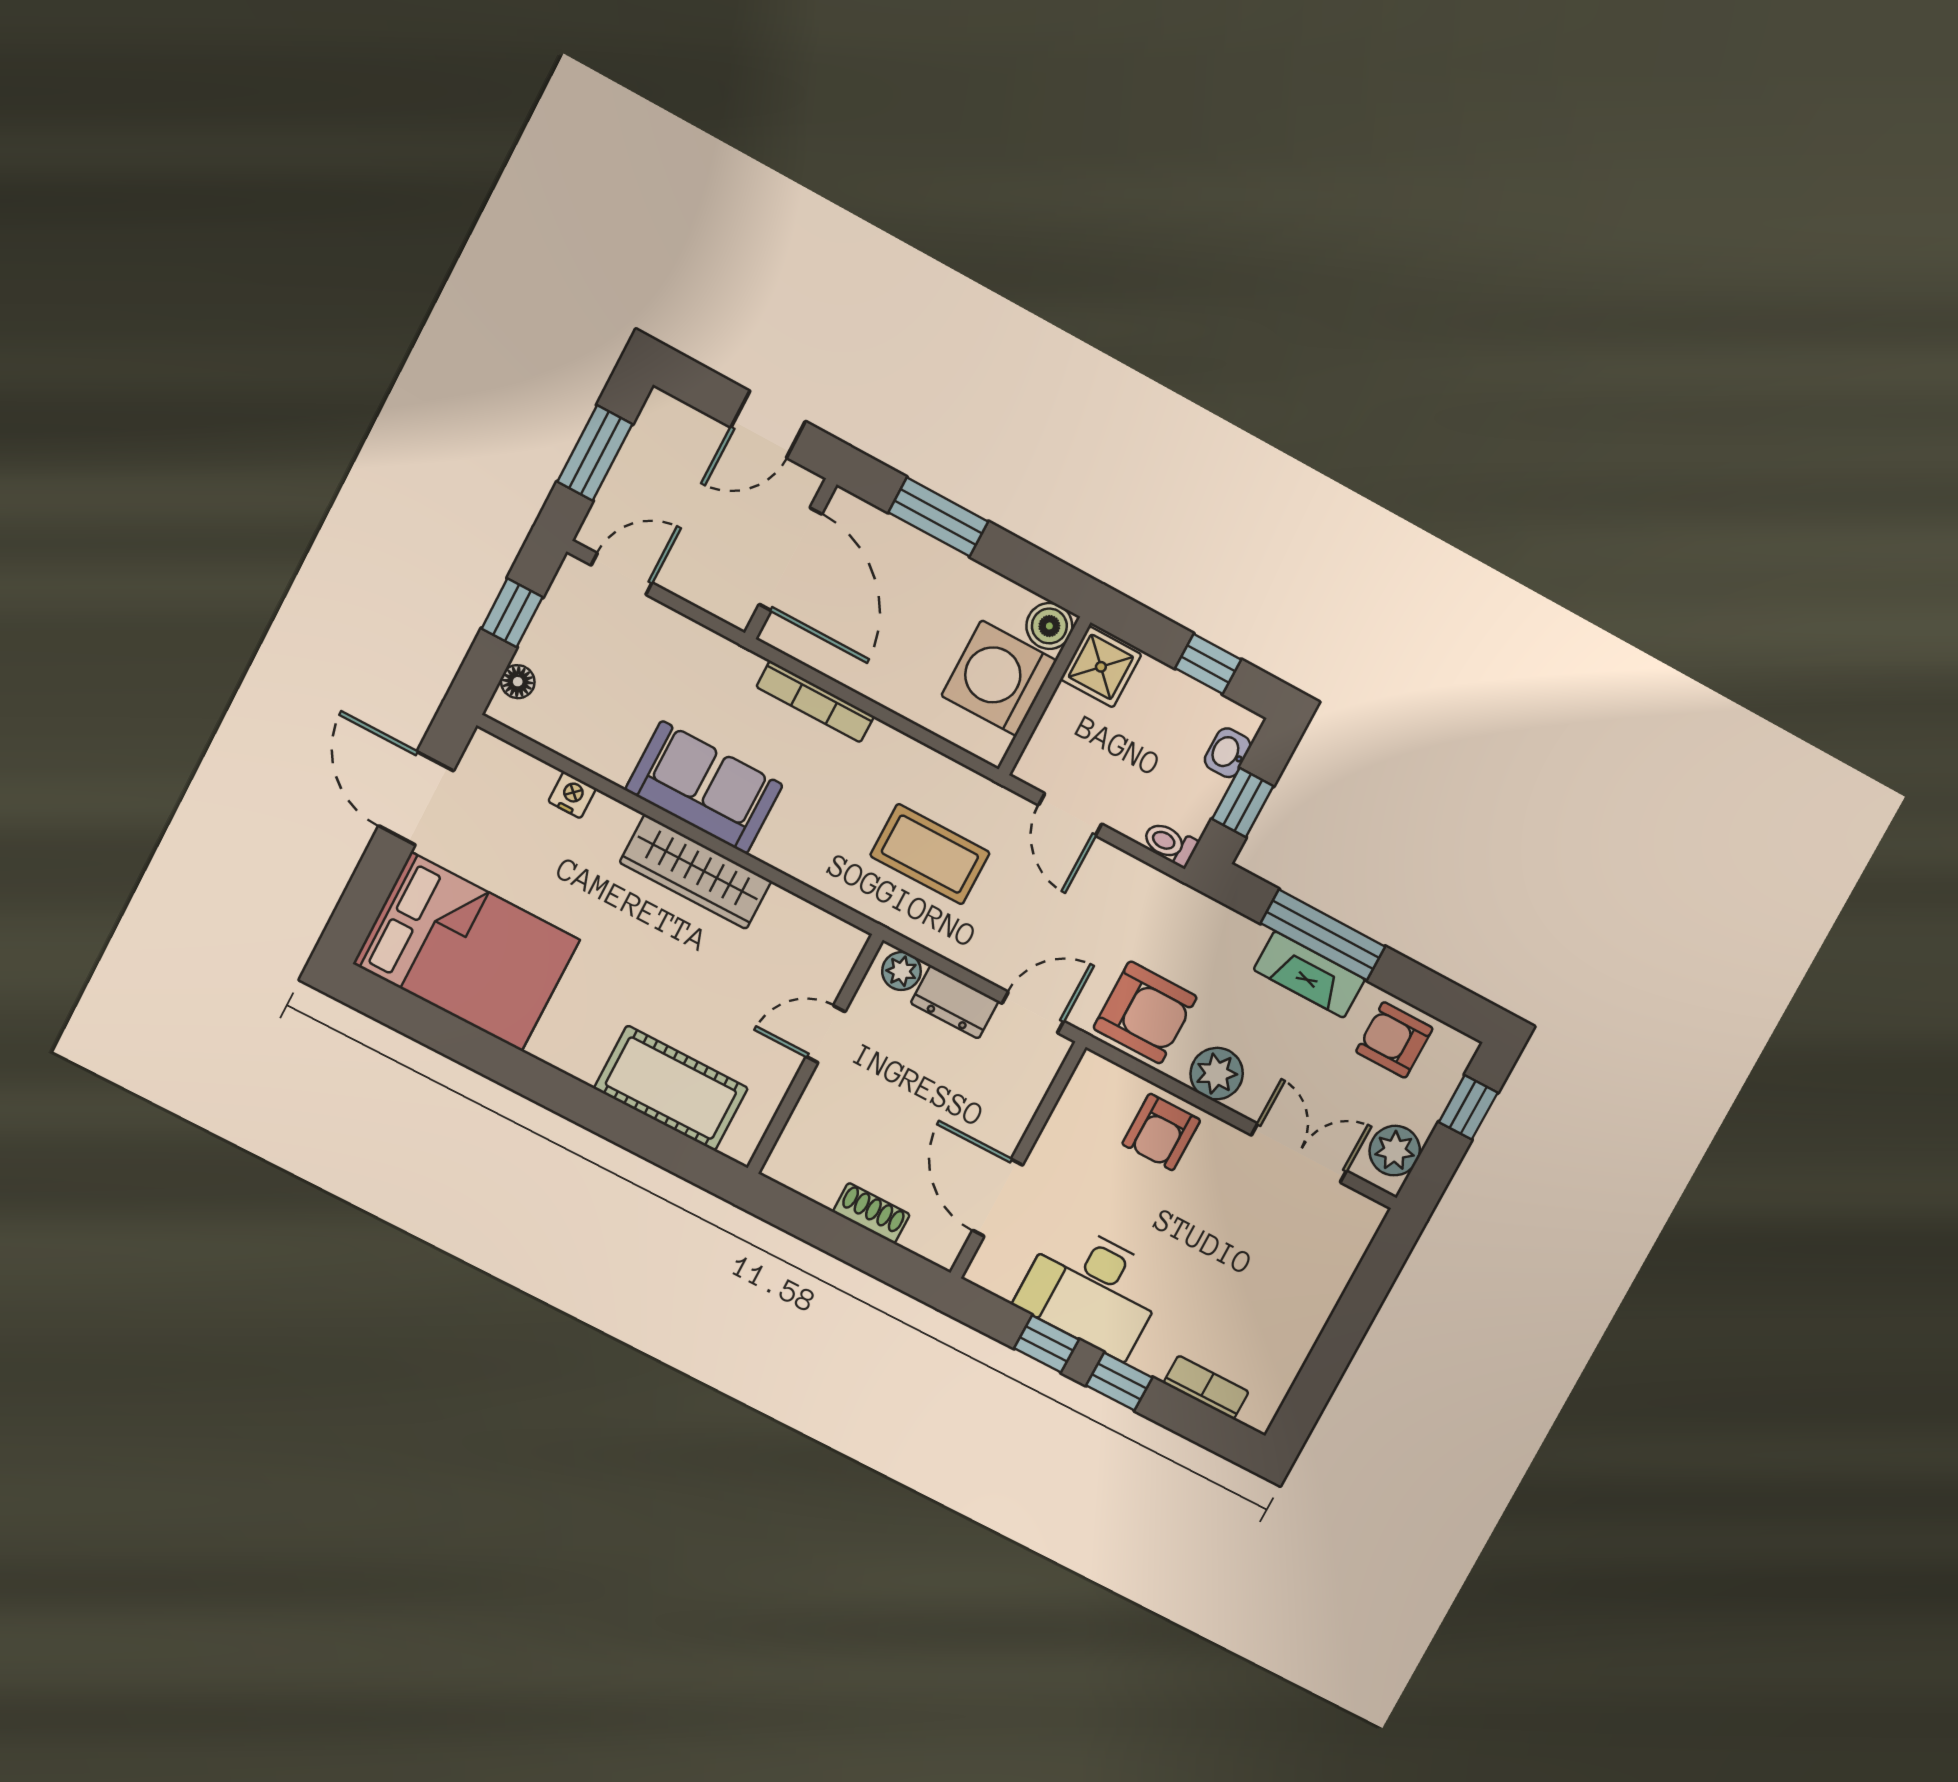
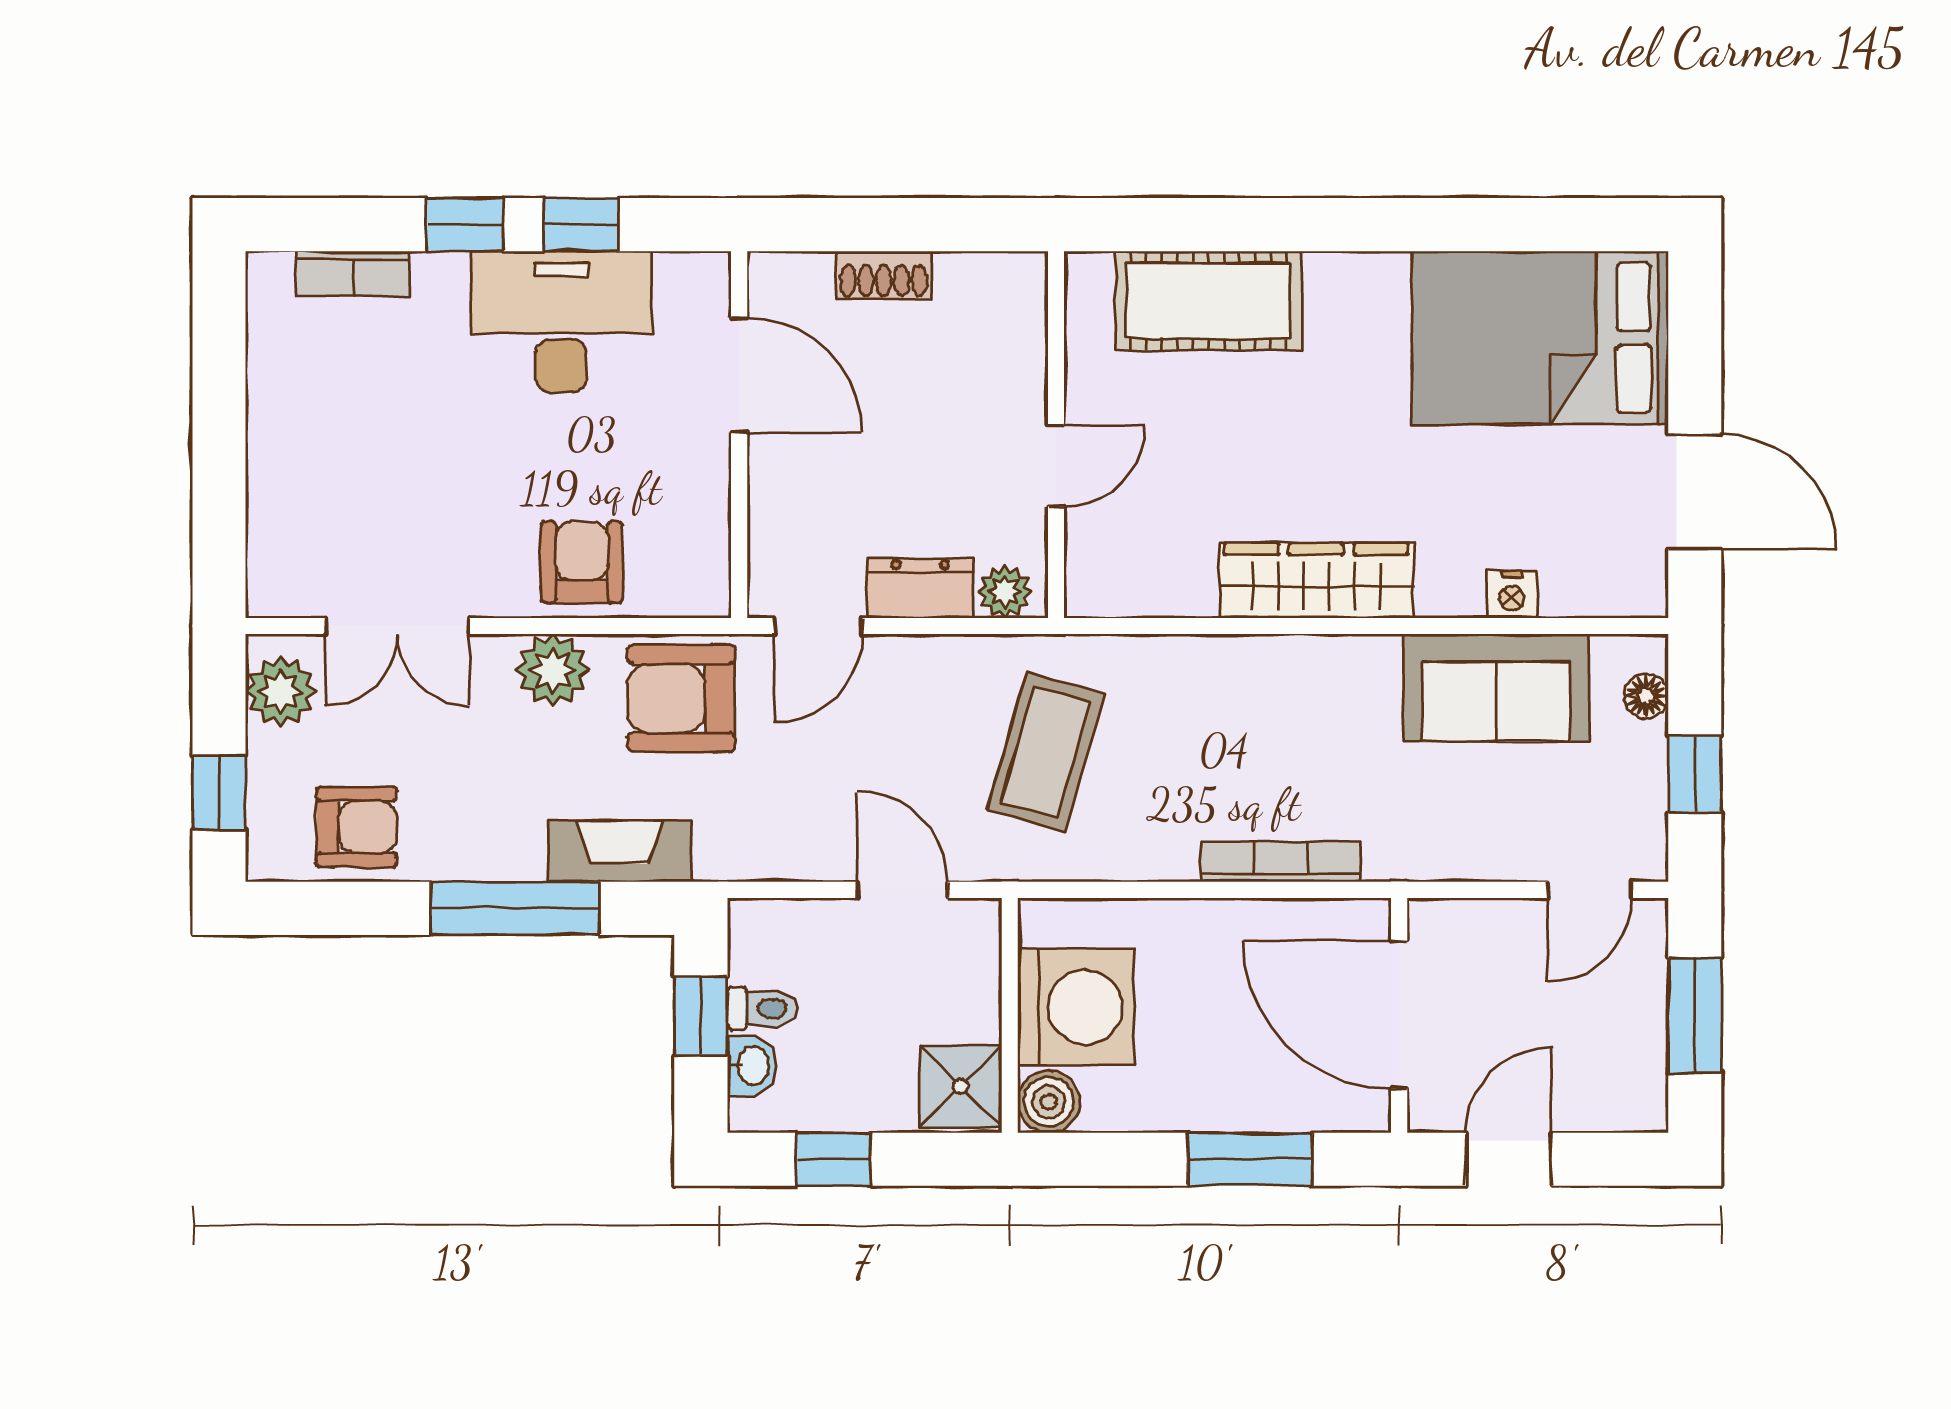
sofa: (704, 787) -> (1496, 688), moved
toilet: (1170, 844) -> (762, 1009), moved
coffee table: (930, 854) -> (1046, 752), turned -74
fireplace: (1309, 975) -> (620, 851), moved

